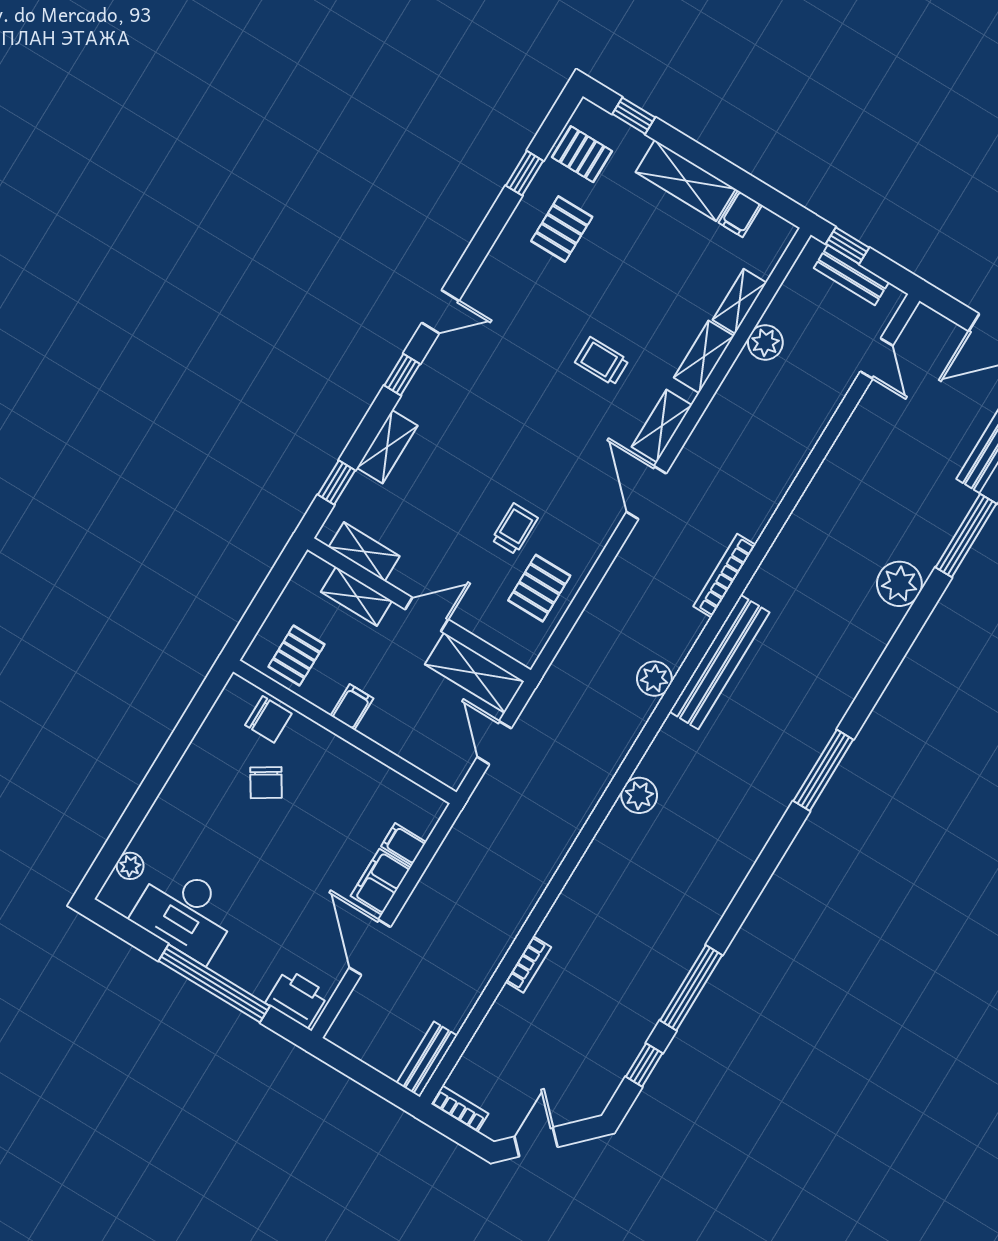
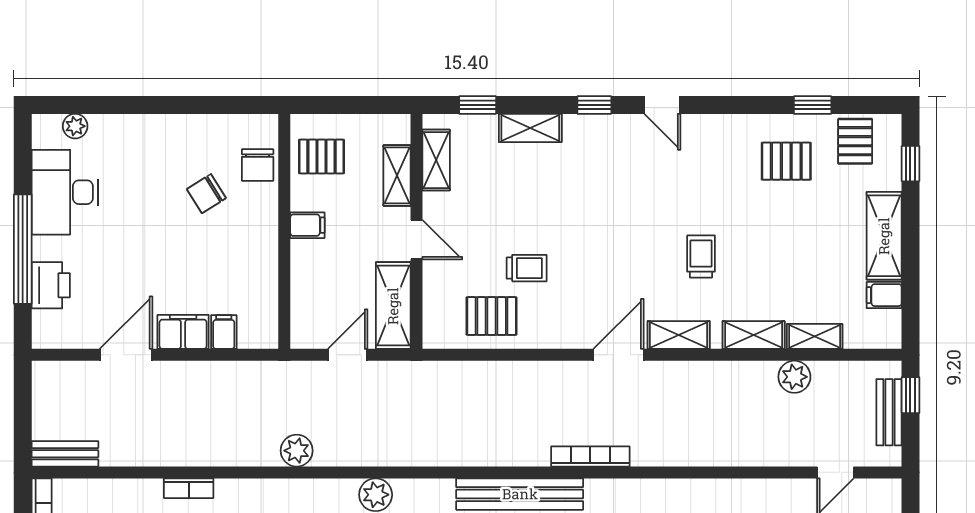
plant: (654, 679) -> (297, 451), moved
printer: (297, 998) -> (51, 285), moved

